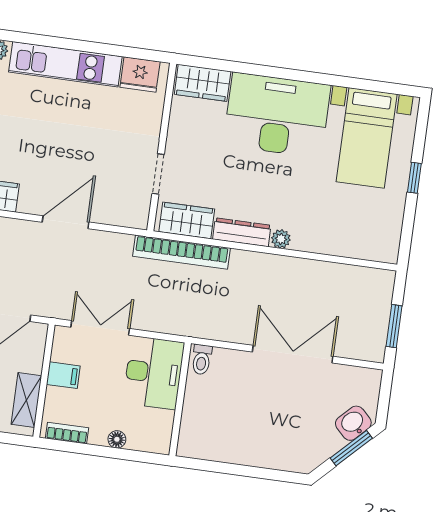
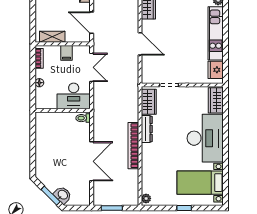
plant: (281, 239) -> (146, 198), moved
bookcase: (182, 252) -> (133, 146), moved

